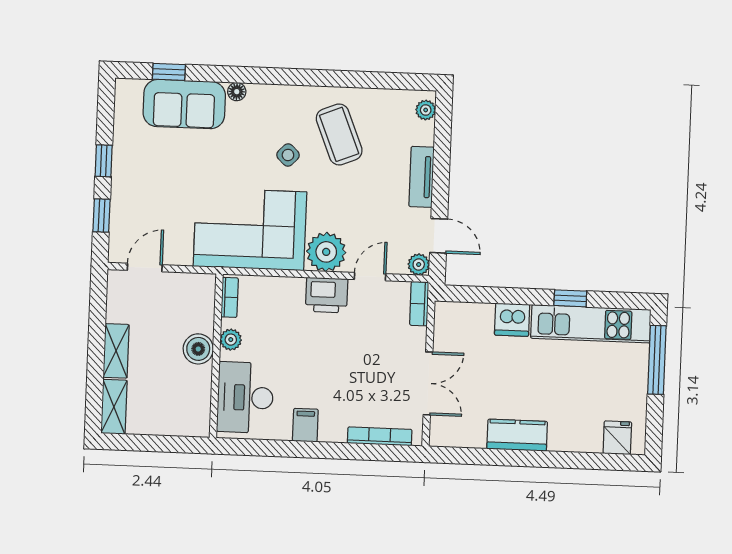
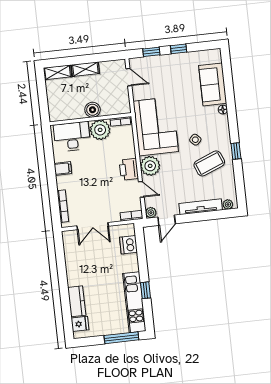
window: (169, 72) -> (236, 151), moved
tv unit: (422, 177) -> (201, 207), width x1.41
dishwasher: (512, 320) -> (128, 245), moved
plant: (231, 340) -> (100, 130), width x1.88, depth x1.88
kitchen counter: (517, 435) -> (77, 301), moved

